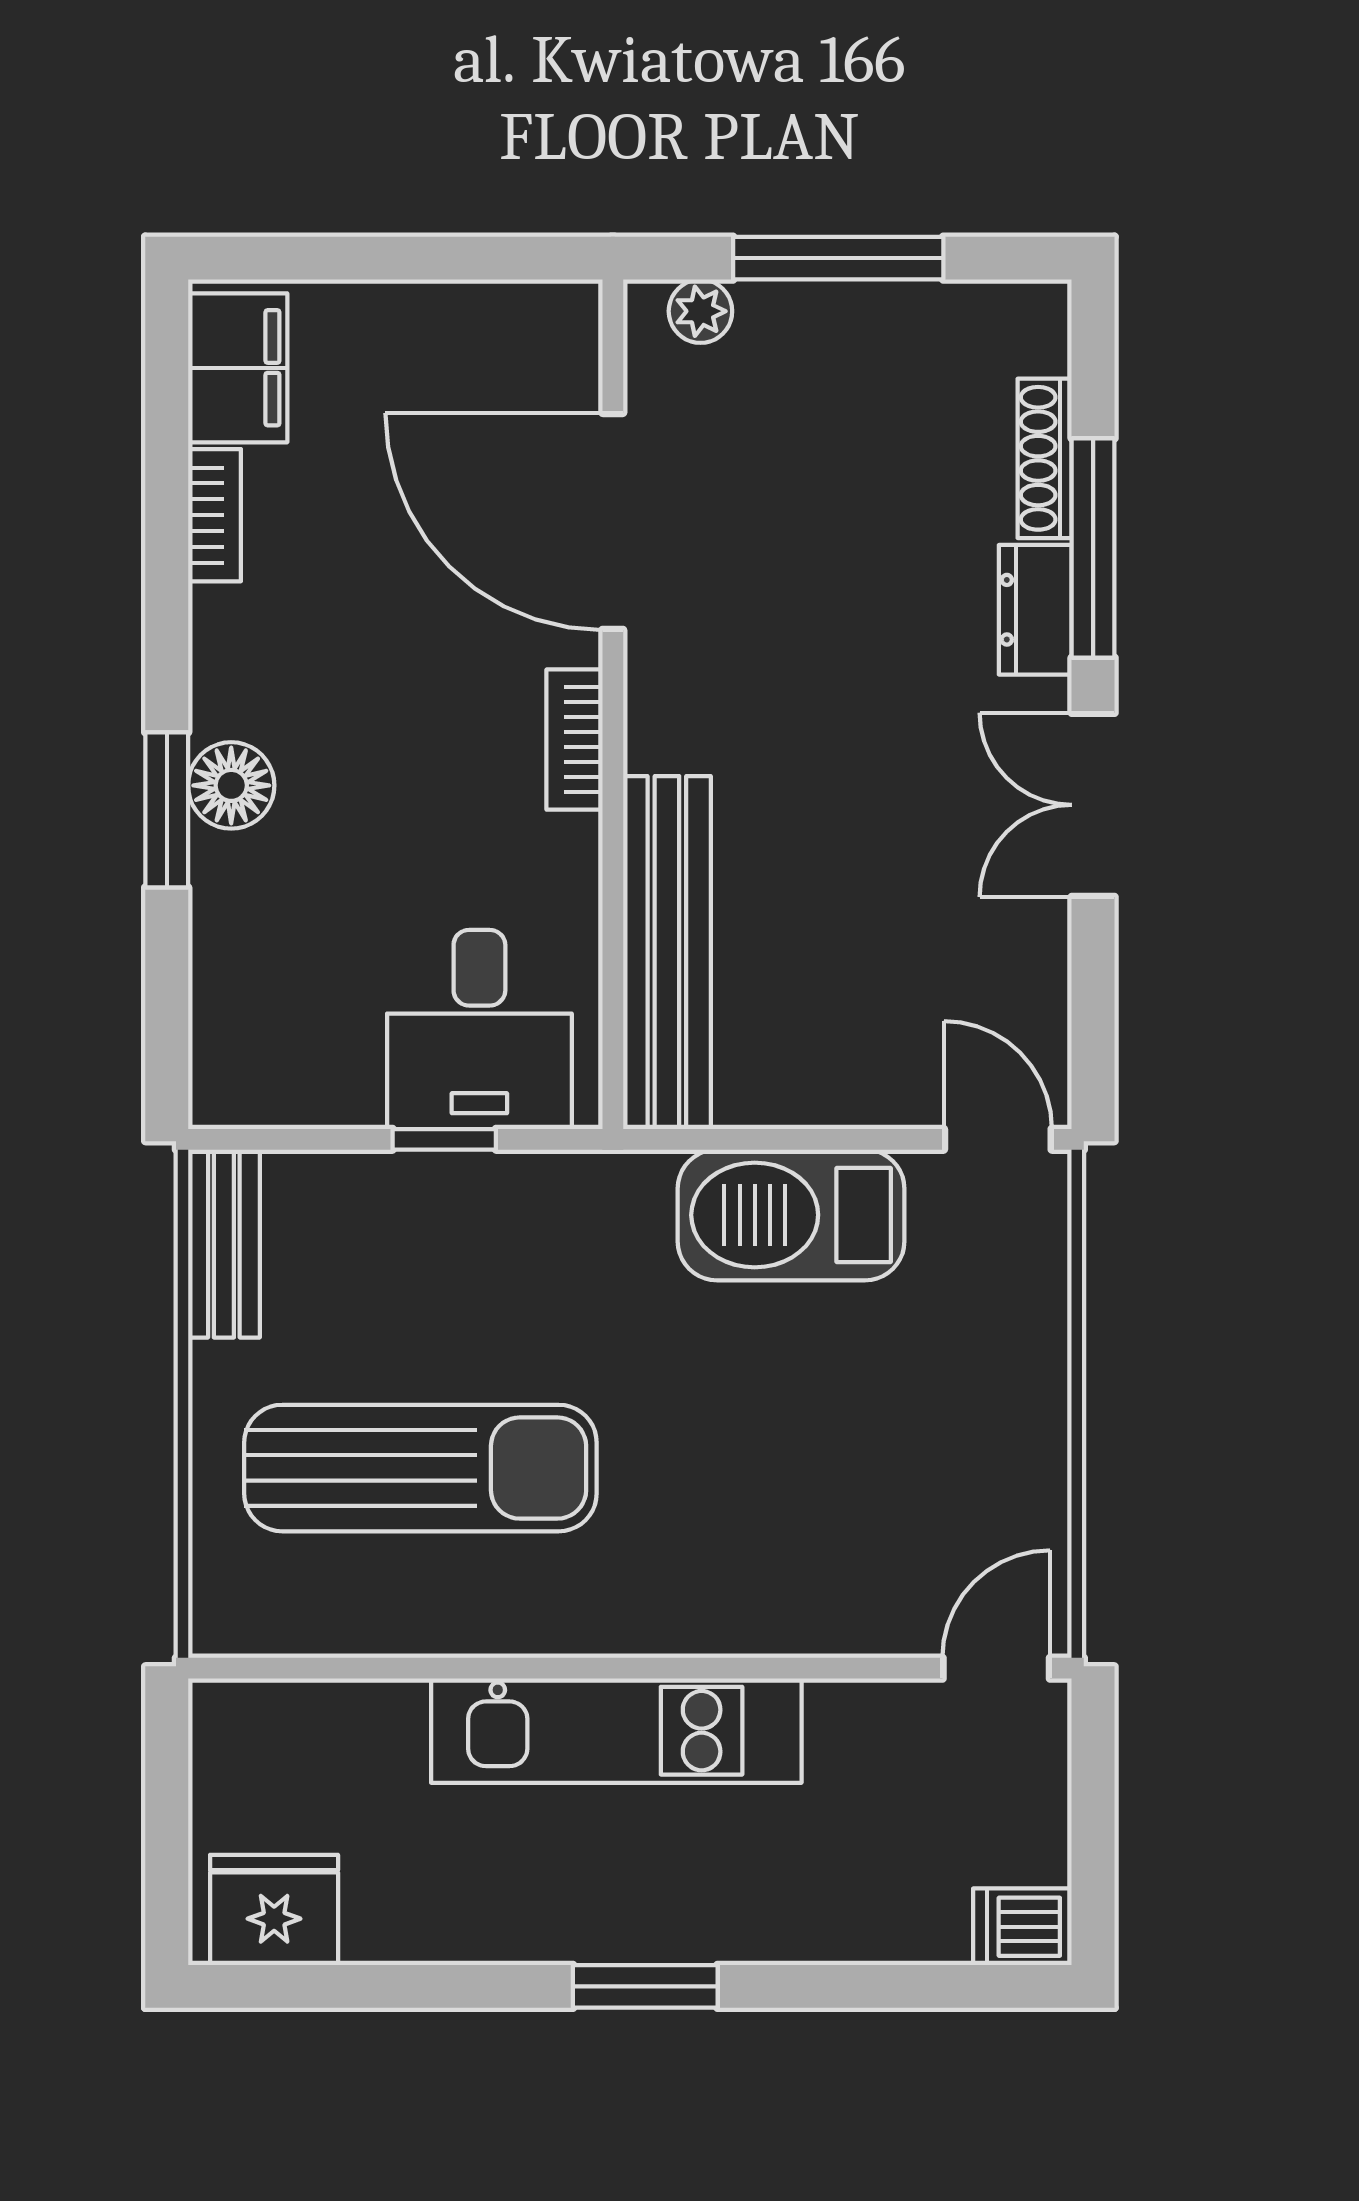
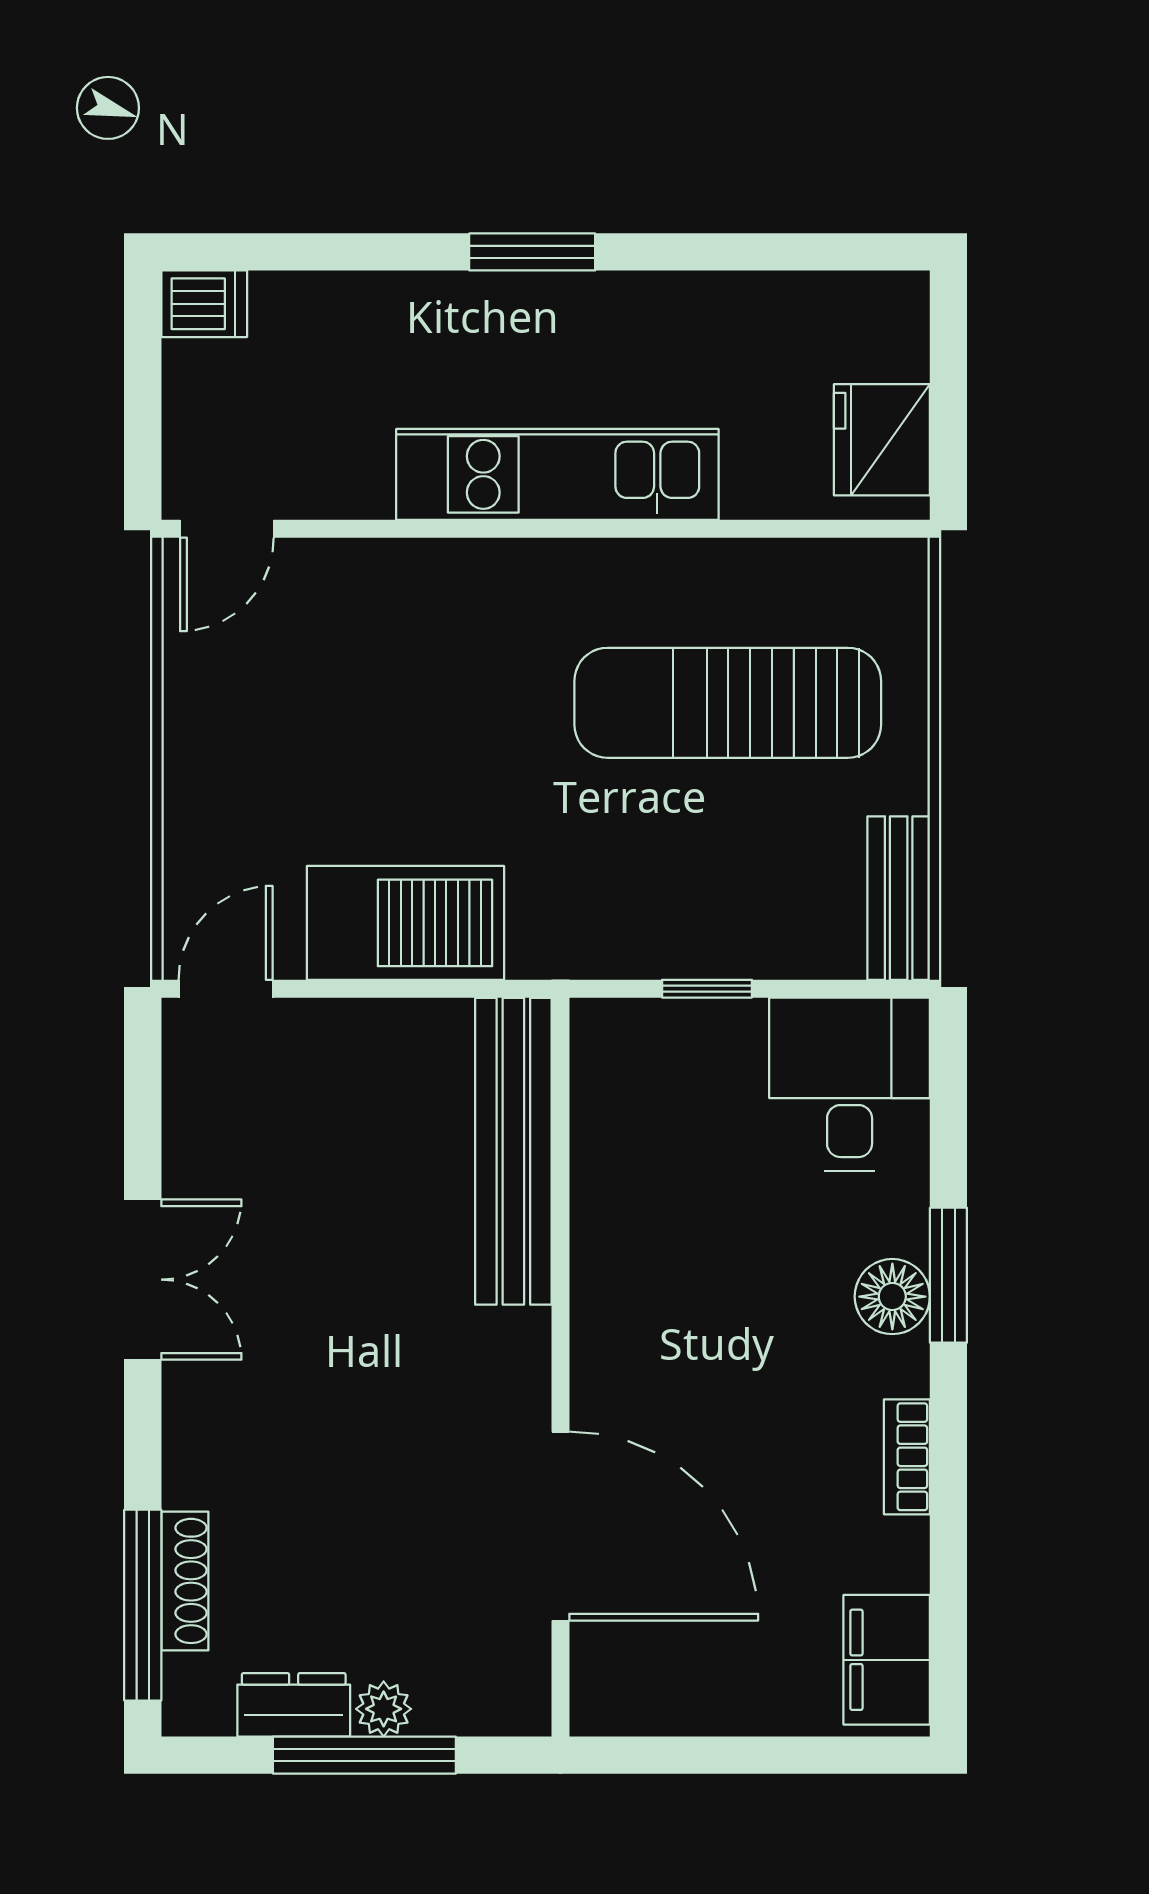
plant: (700, 311) -> (384, 1709), moved
bookcase: (214, 515) -> (907, 1457), moved
window: (1093, 548) -> (143, 1605), moved
dresser: (1035, 610) -> (294, 1705), moved, turned -90
bookcase: (575, 740) -> (594, 1336), removed
desk: (479, 1029) -> (850, 1084), moved
door: (998, 1139) -> (226, 989), swing flipped
fridge: (274, 1910) -> (882, 440), moved, turned 90

